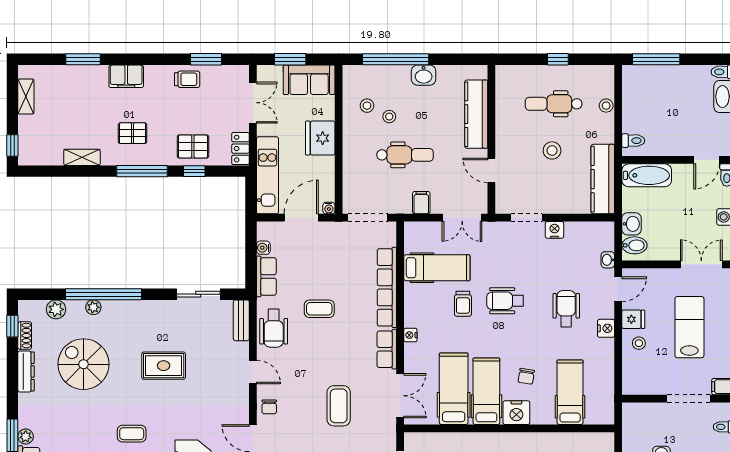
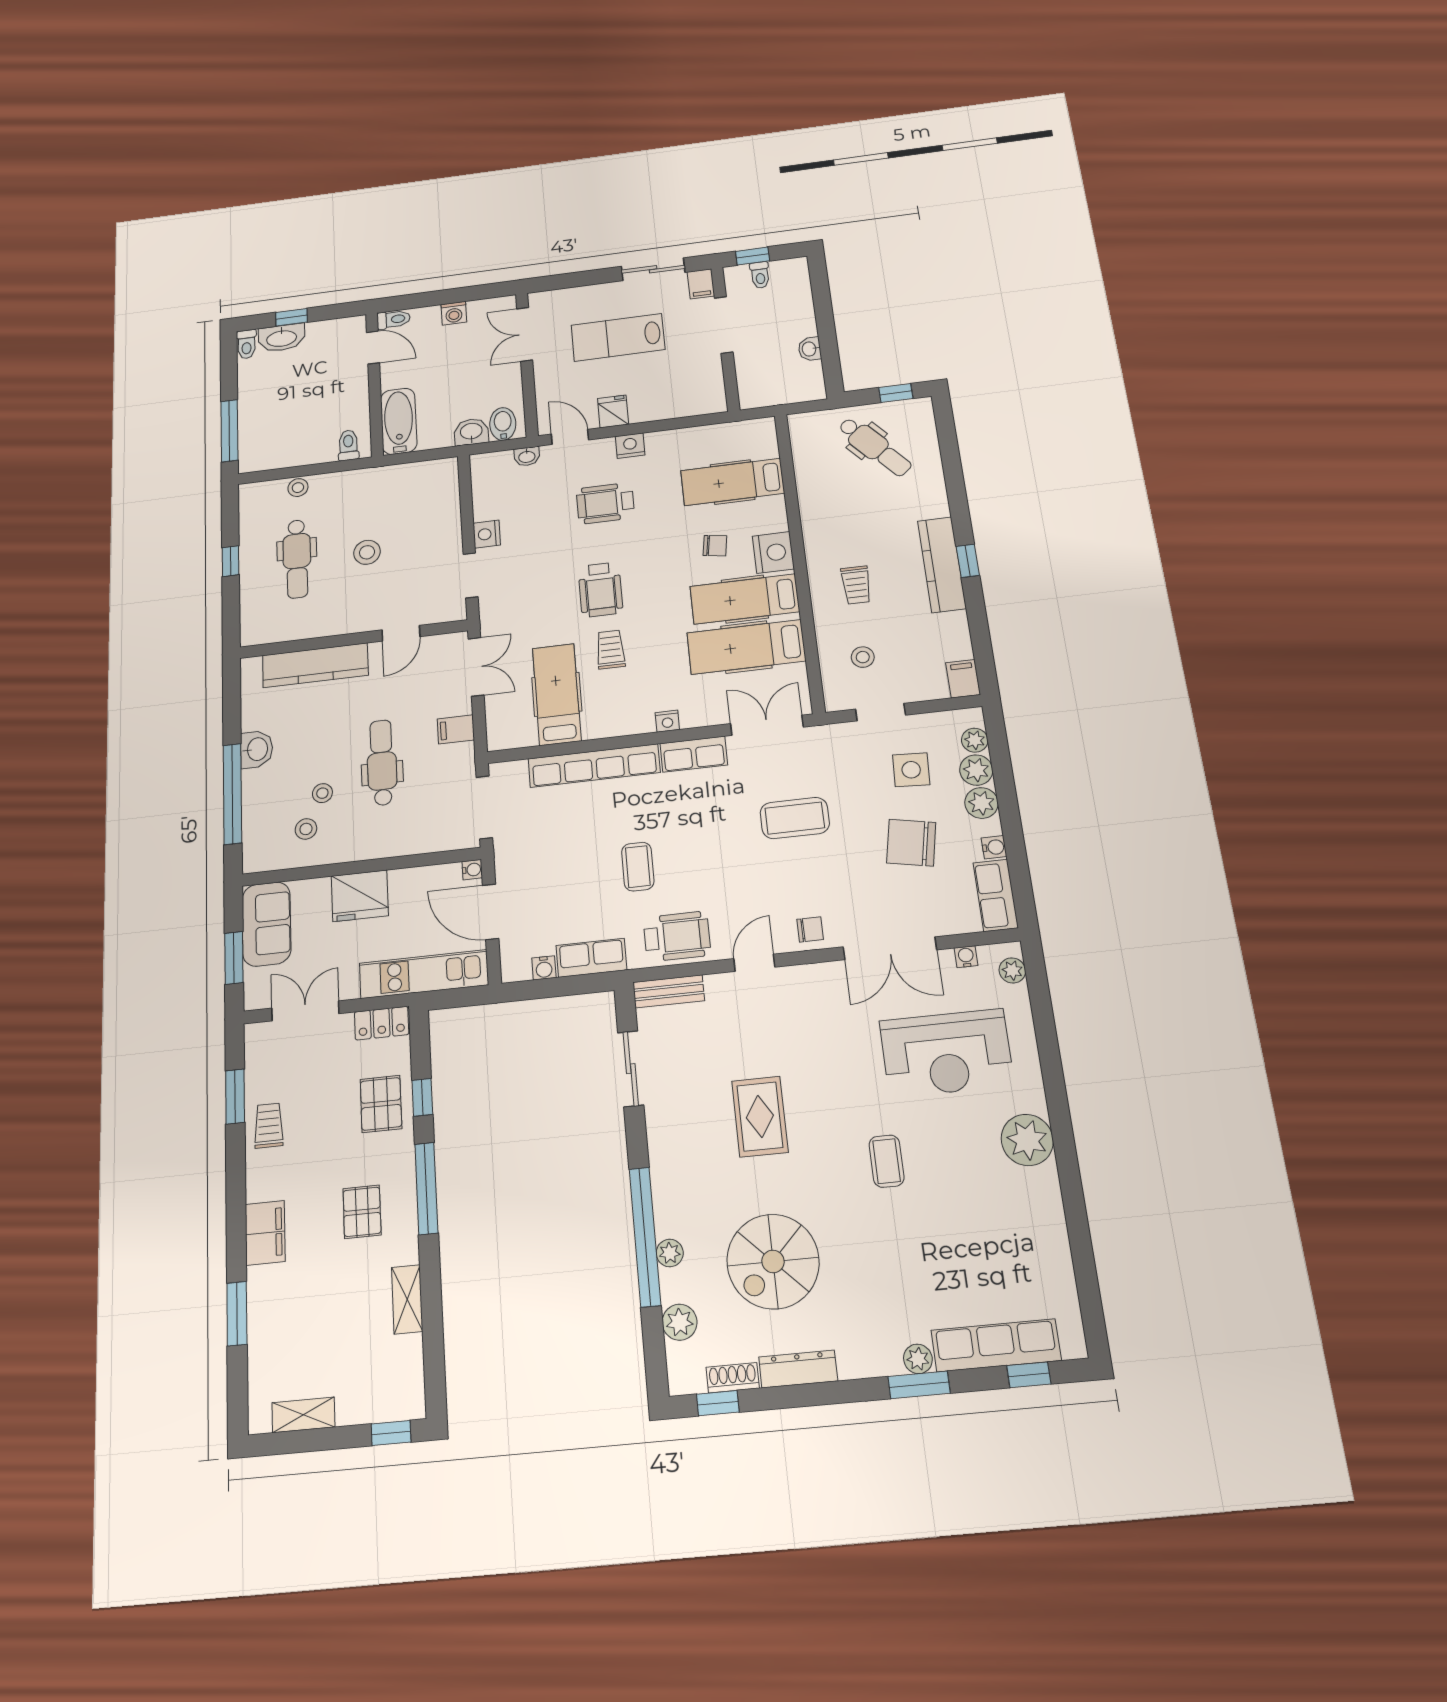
kitchen counter: (603, 179) -> (407, 478), removed
trolley: (463, 304) -> (610, 649), turned -90
stool: (639, 343) -> (648, 399), removed

